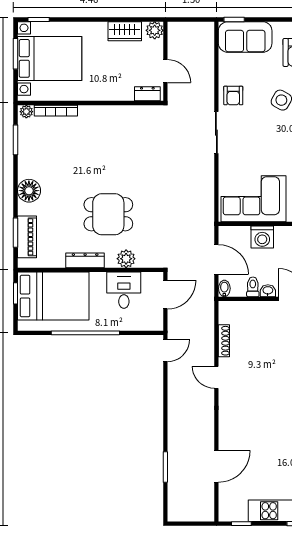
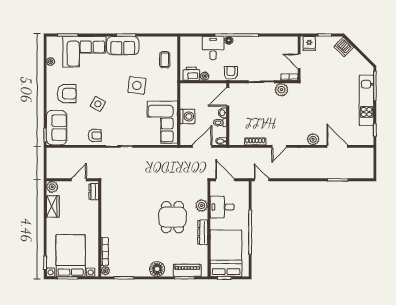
plant: (227, 429) -> (313, 139), added

